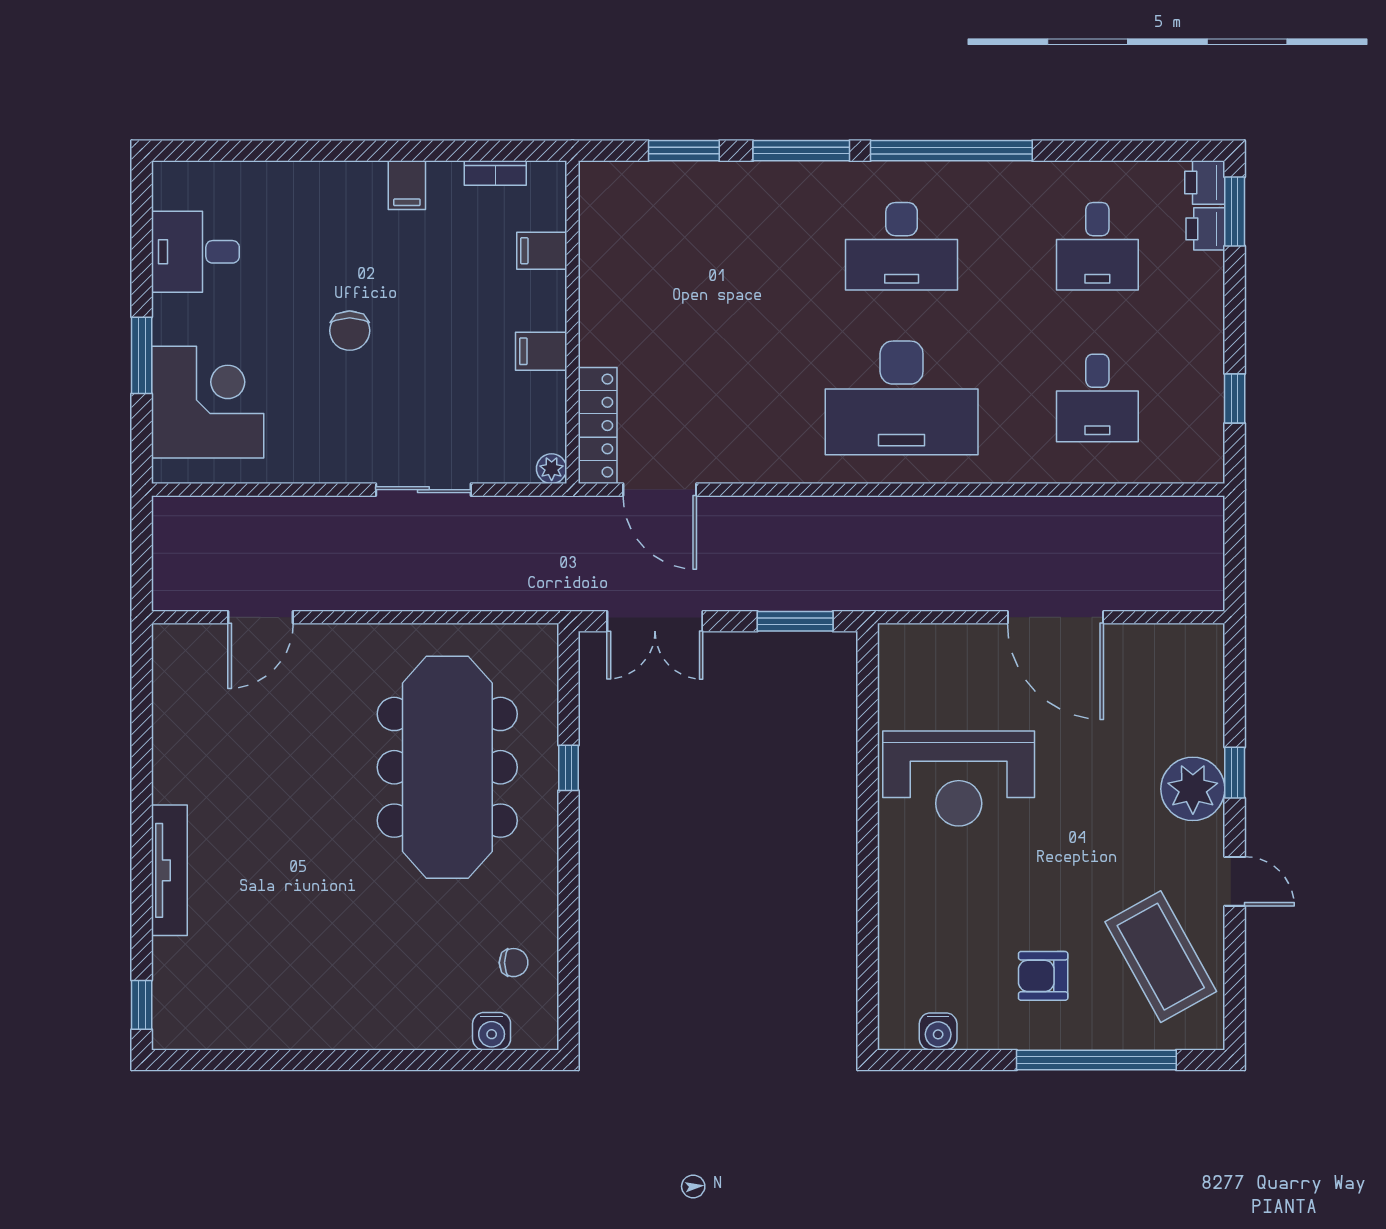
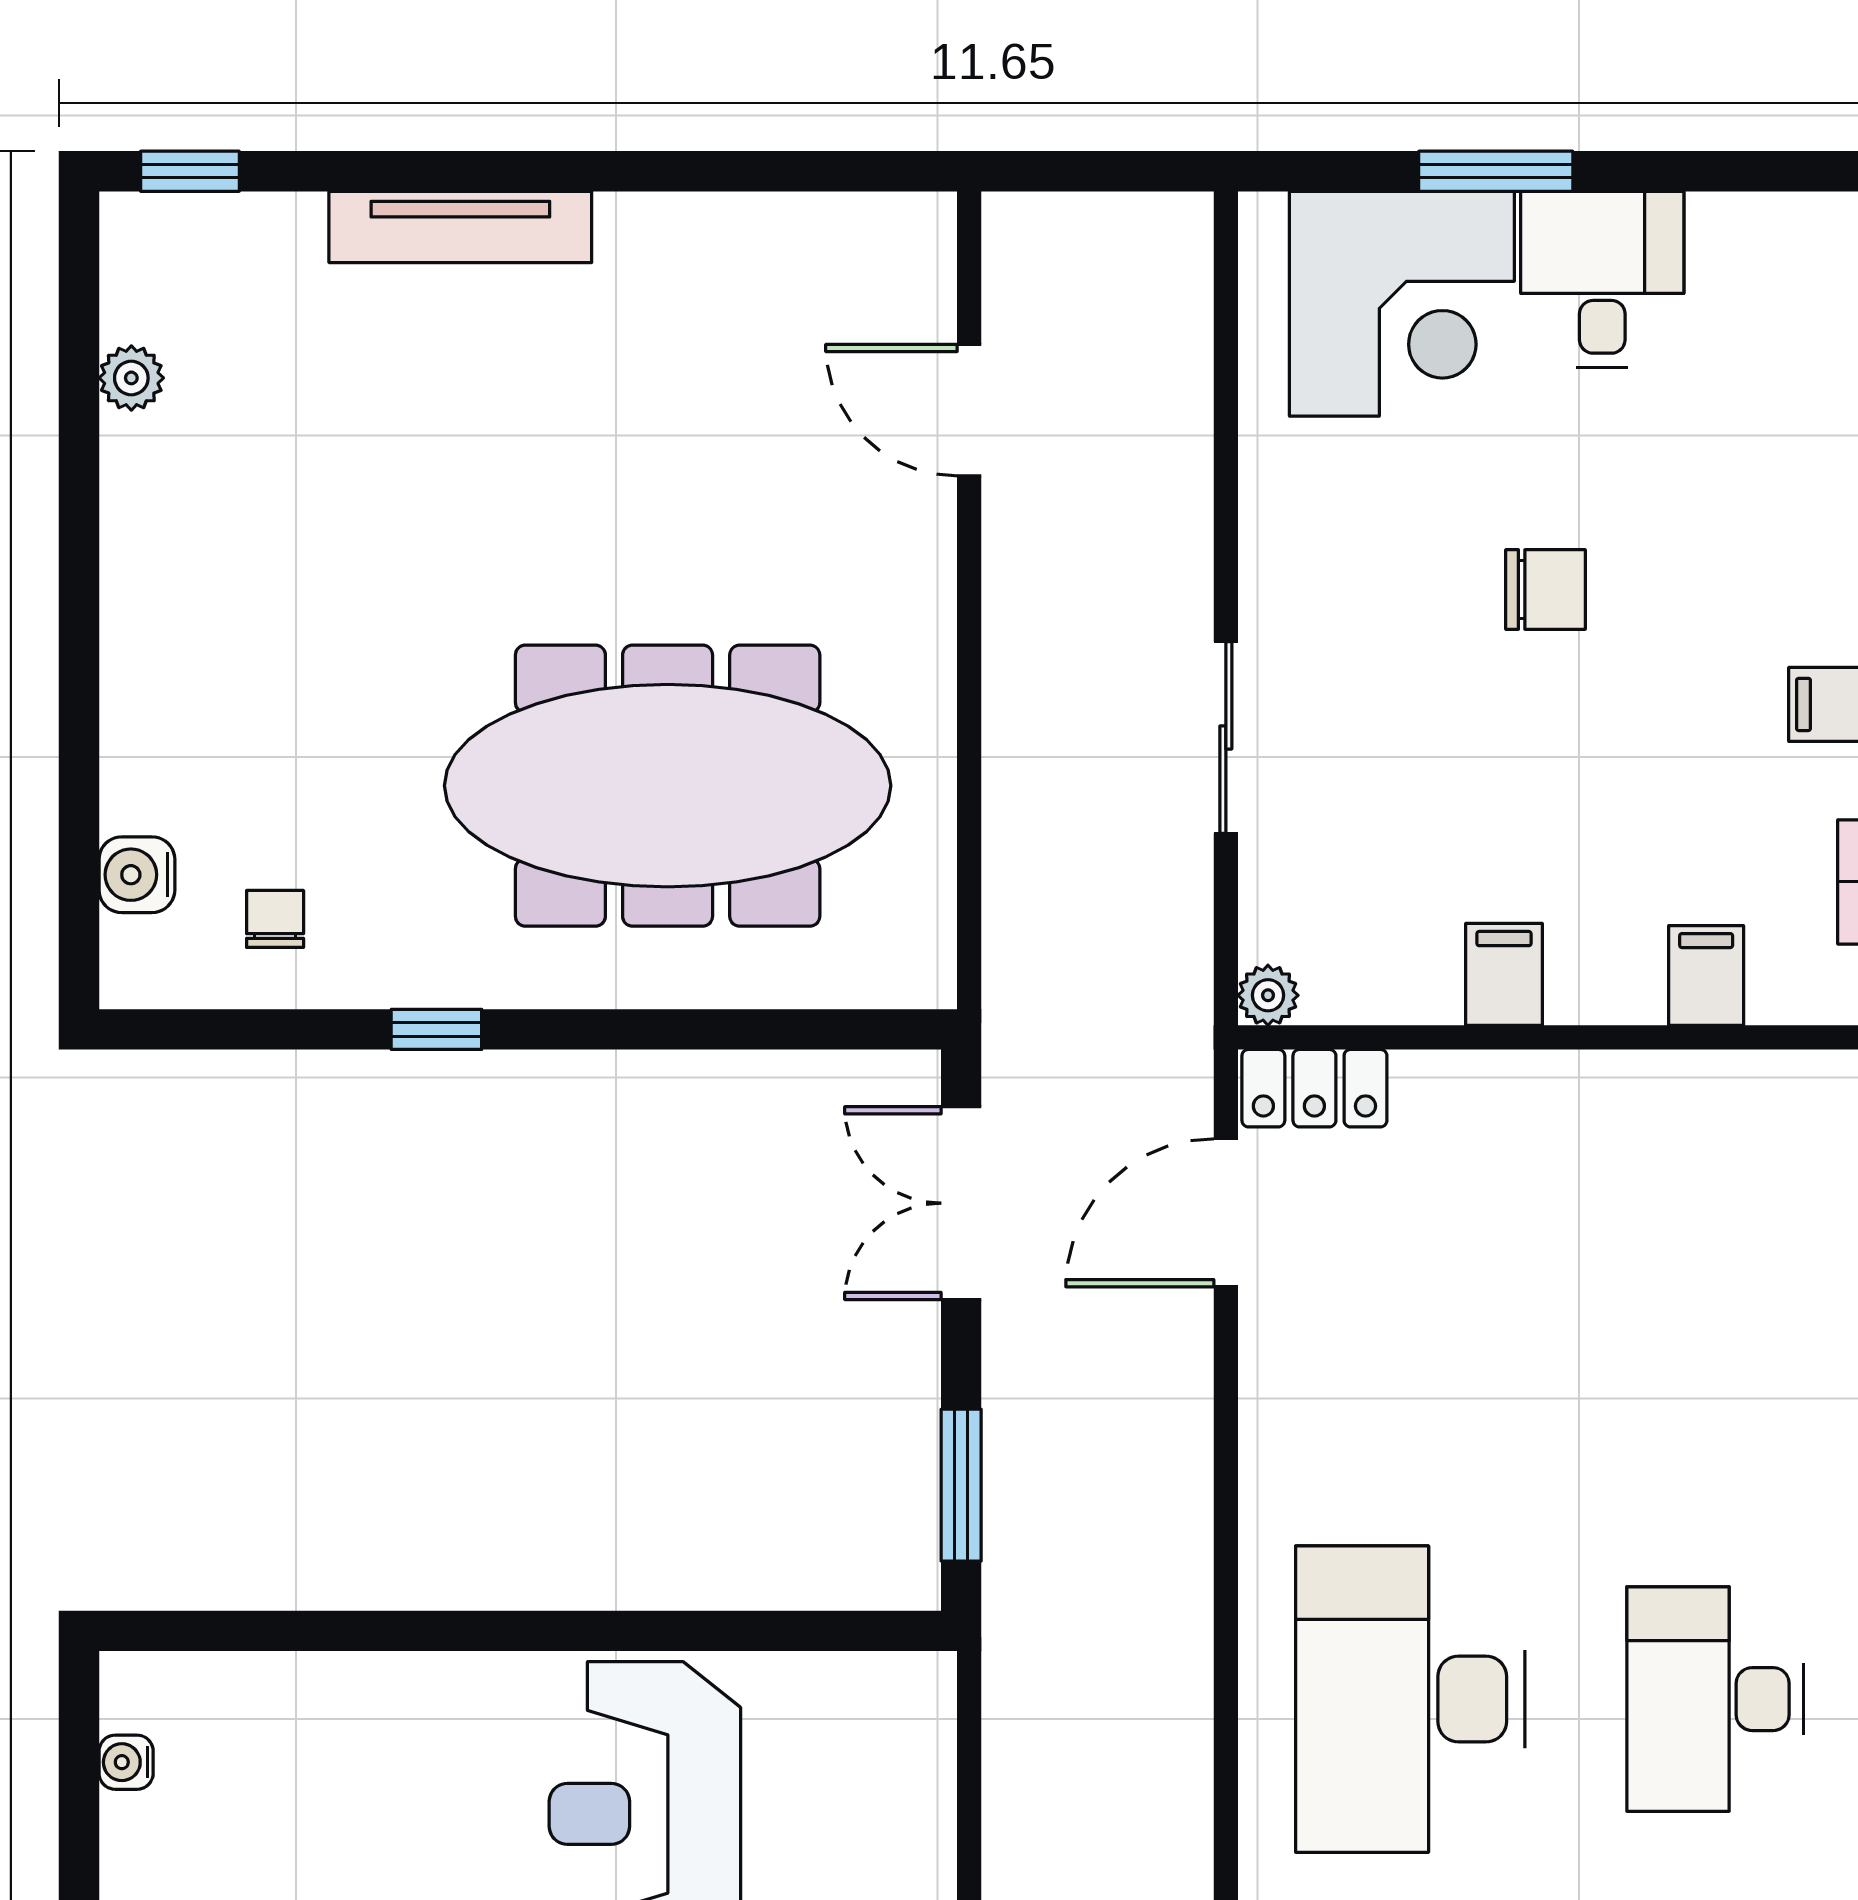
desk: (195, 252) -> (1602, 279), moved
chair: (350, 331) -> (1546, 589), turned 180
locker: (598, 426) -> (1314, 1088), width x0.66
window: (569, 768) -> (436, 1029), moved
chair: (514, 963) -> (275, 919), turned 180
water cooler: (938, 1031) -> (126, 1762), width x0.72, depth x0.72
plant: (245, 1034) -> (131, 378), added

